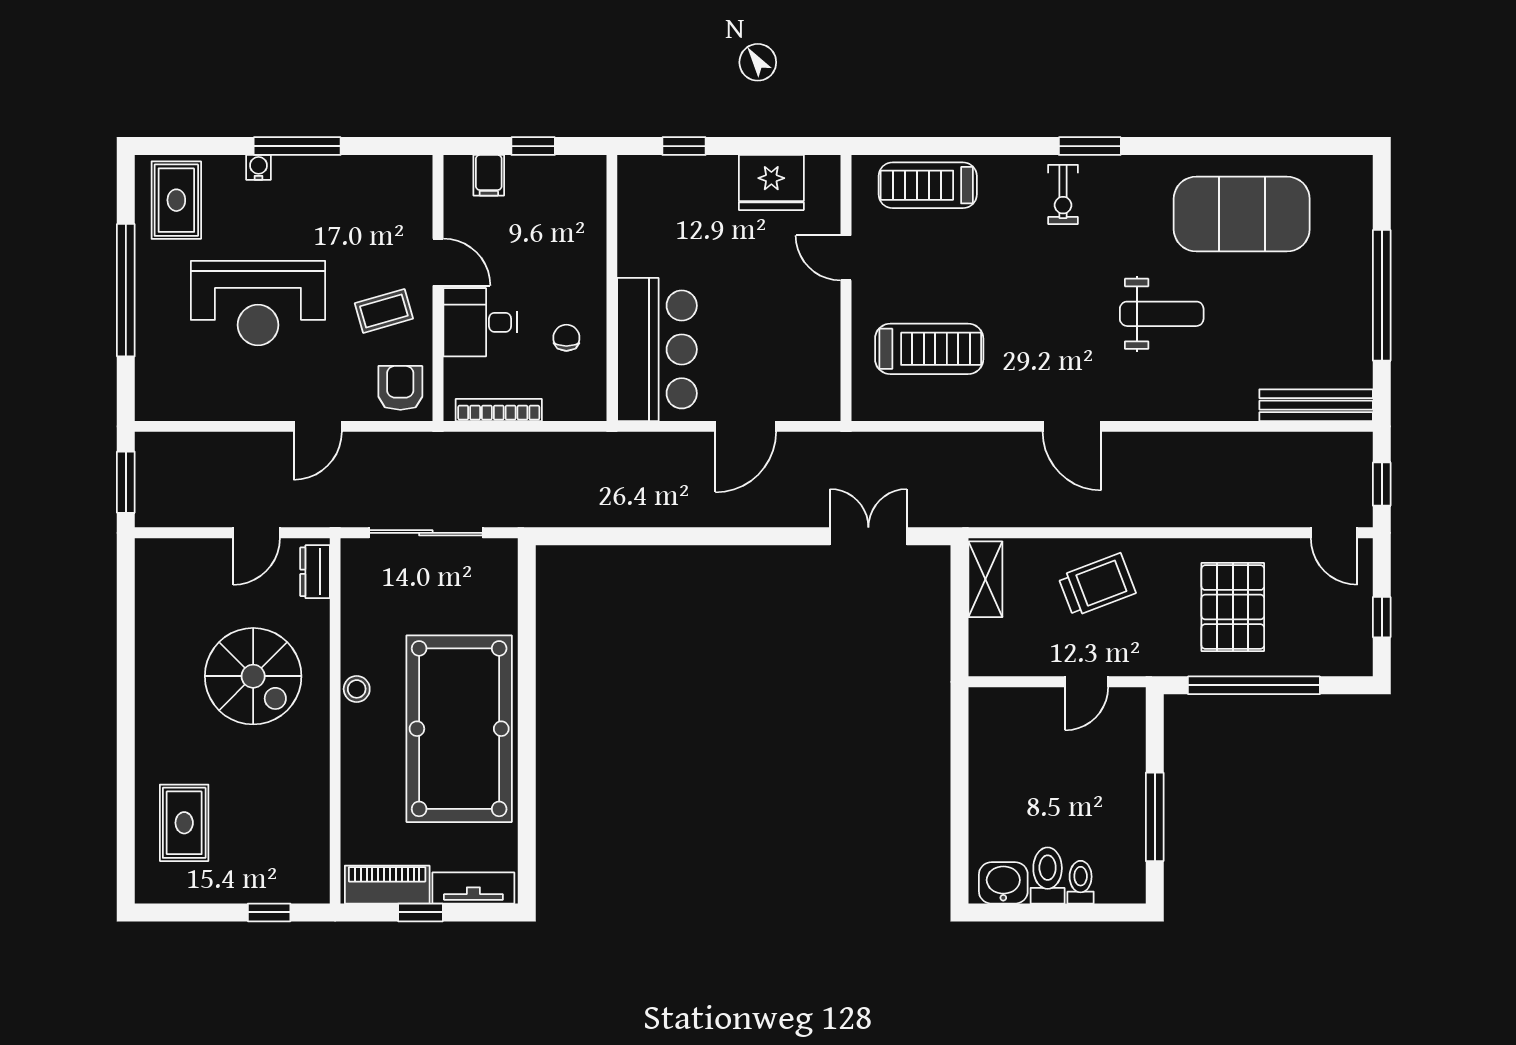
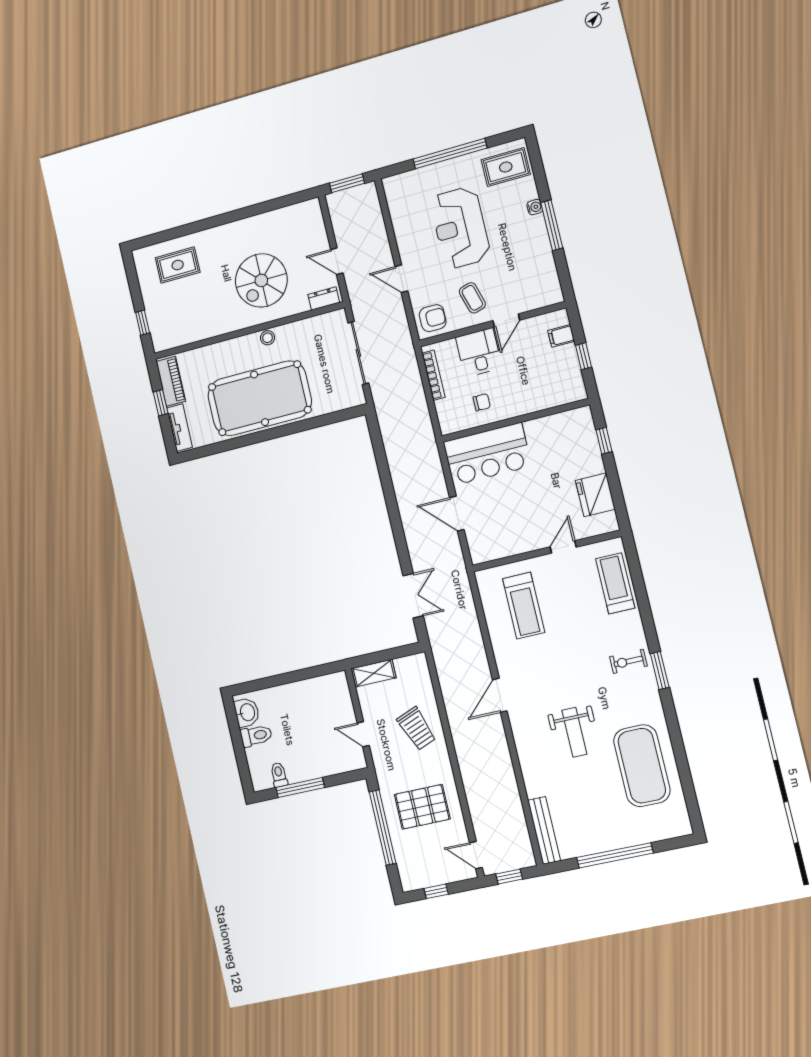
door: (1334, 533) -> (476, 855), hinge flipped
shelving: (985, 579) -> (374, 673), moved
toilet: (1081, 882) -> (279, 775), moved, turned -90

